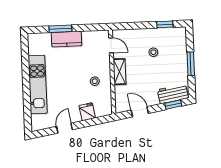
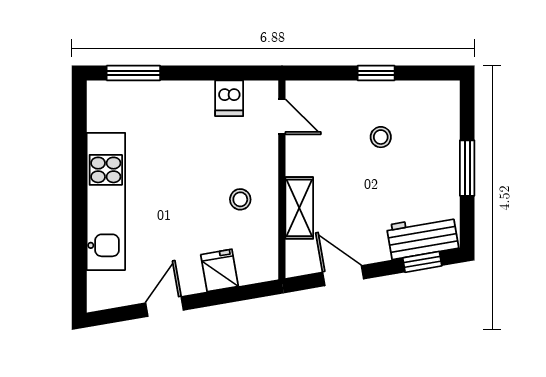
window: (165, 24) -> (376, 73), moved
window: (60, 29) -> (133, 73), moved
dishwasher: (88, 38) -> (229, 98), added
kitchen counter: (66, 39) -> (178, 98), removed
shelving: (120, 72) -> (299, 208), moved

